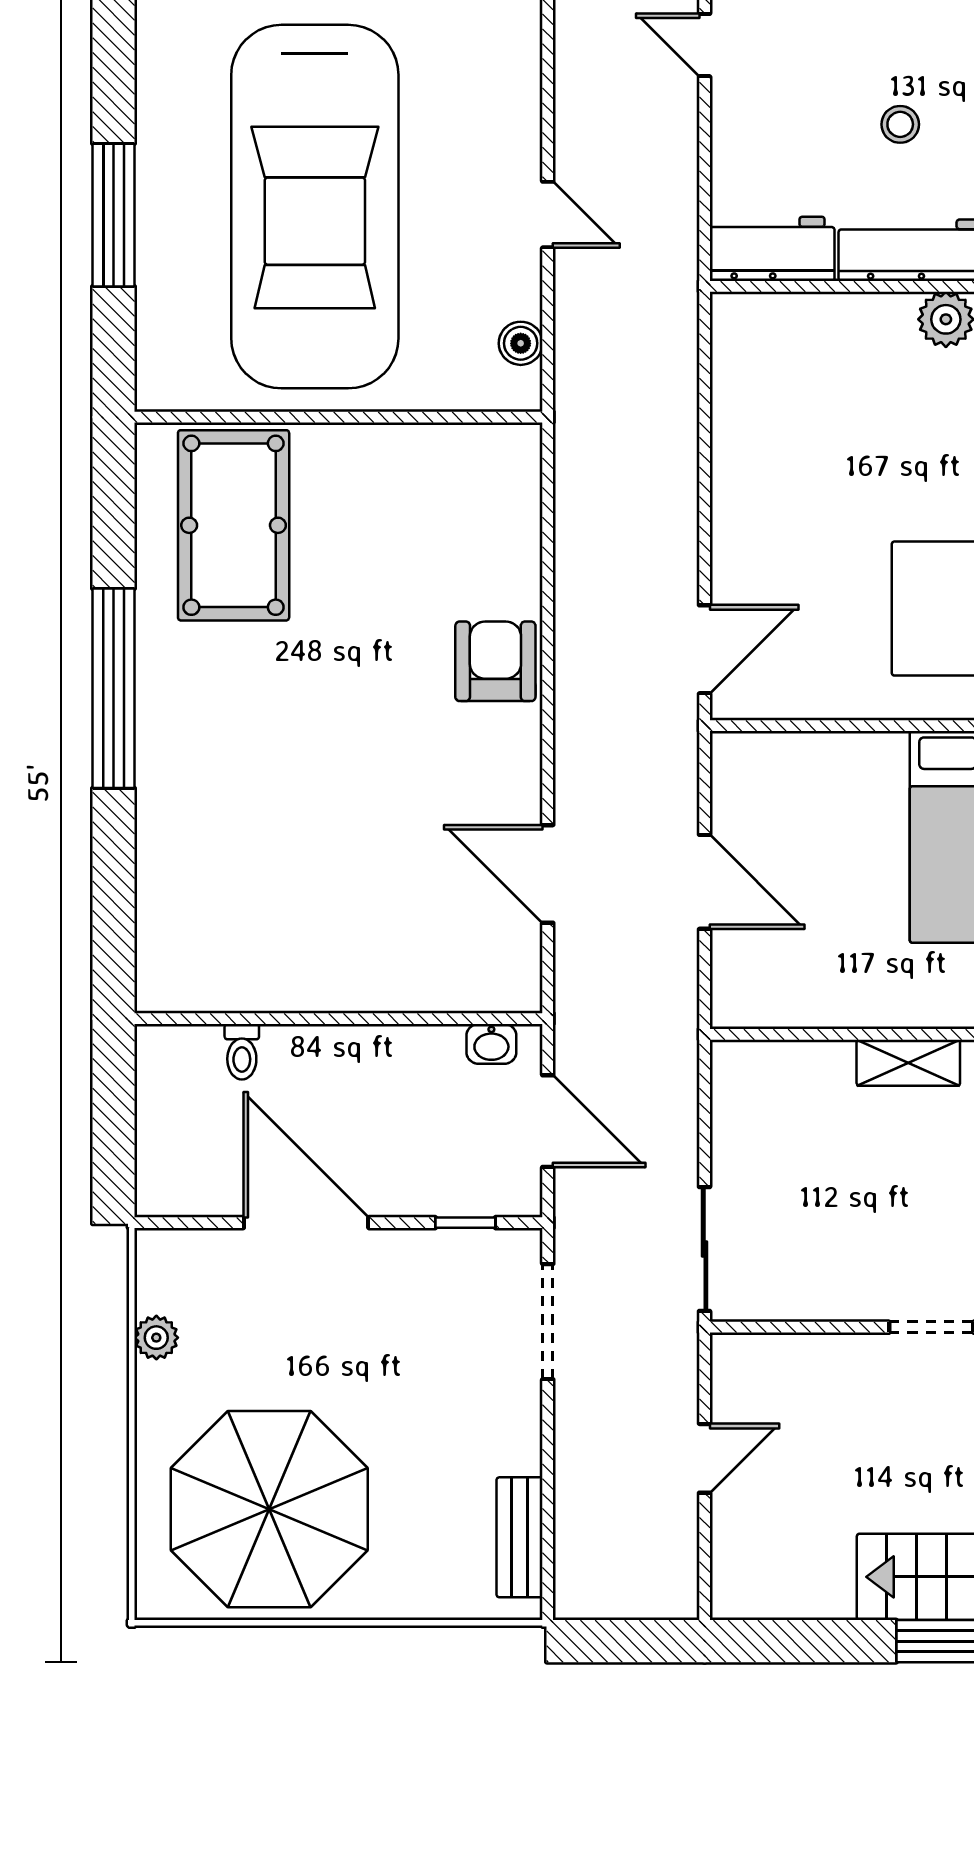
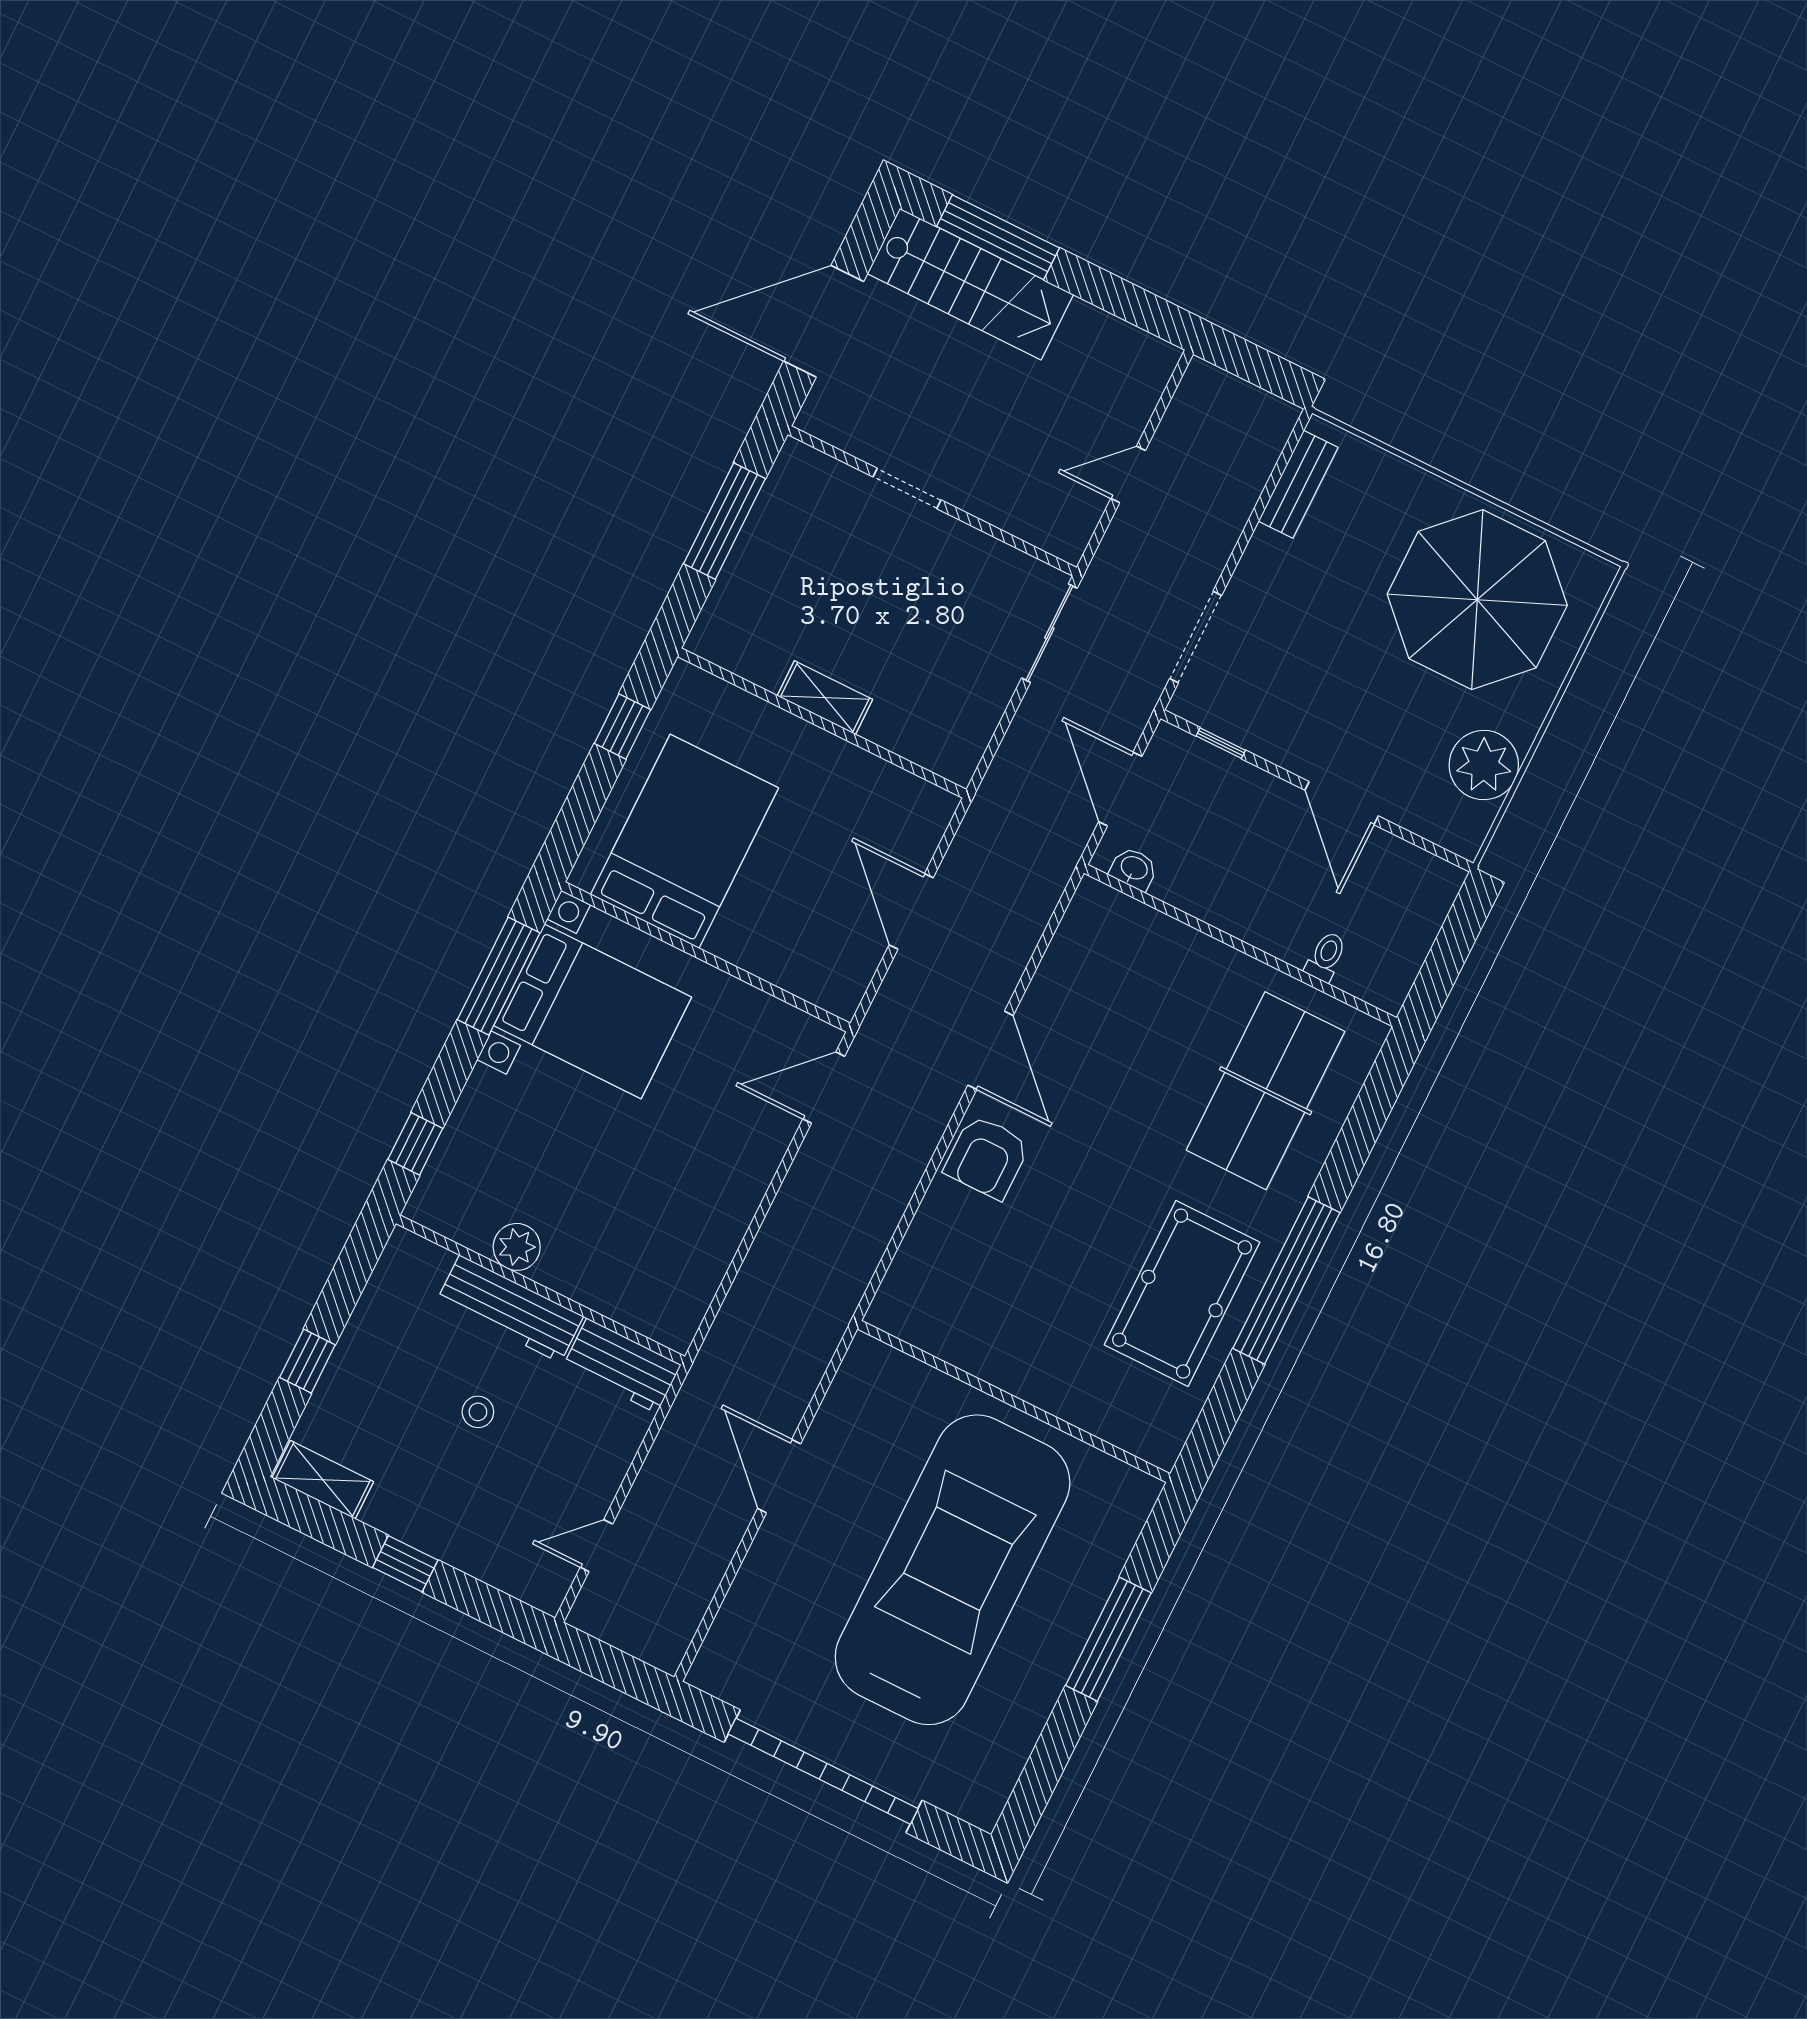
door: (705, 45) -> (596, 1546), swing flipped
door: (548, 215) -> (779, 1476), width x1.38
boiler: (521, 343) -> (848, 1389), removed
pool table: (234, 525) -> (1182, 1294), moved
door: (548, 874) -> (991, 1050), moved
table tennis table: (235, 878) -> (1266, 1091), added
door: (306, 1223) -> (1342, 803), width x0.73
plant: (156, 1338) -> (1484, 765), width x1.88, depth x1.88

